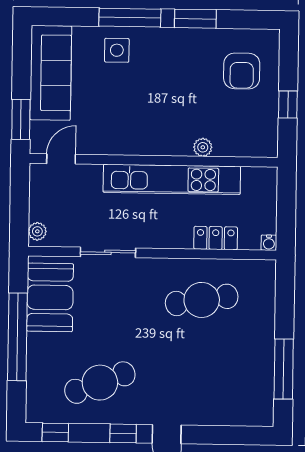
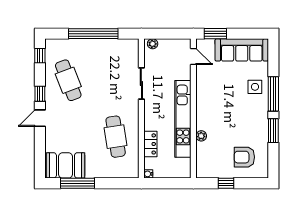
booth: (50, 297) -> (65, 165), moved

